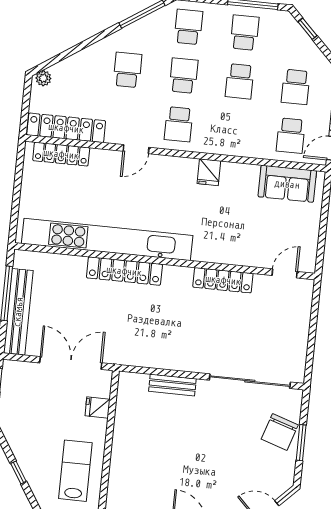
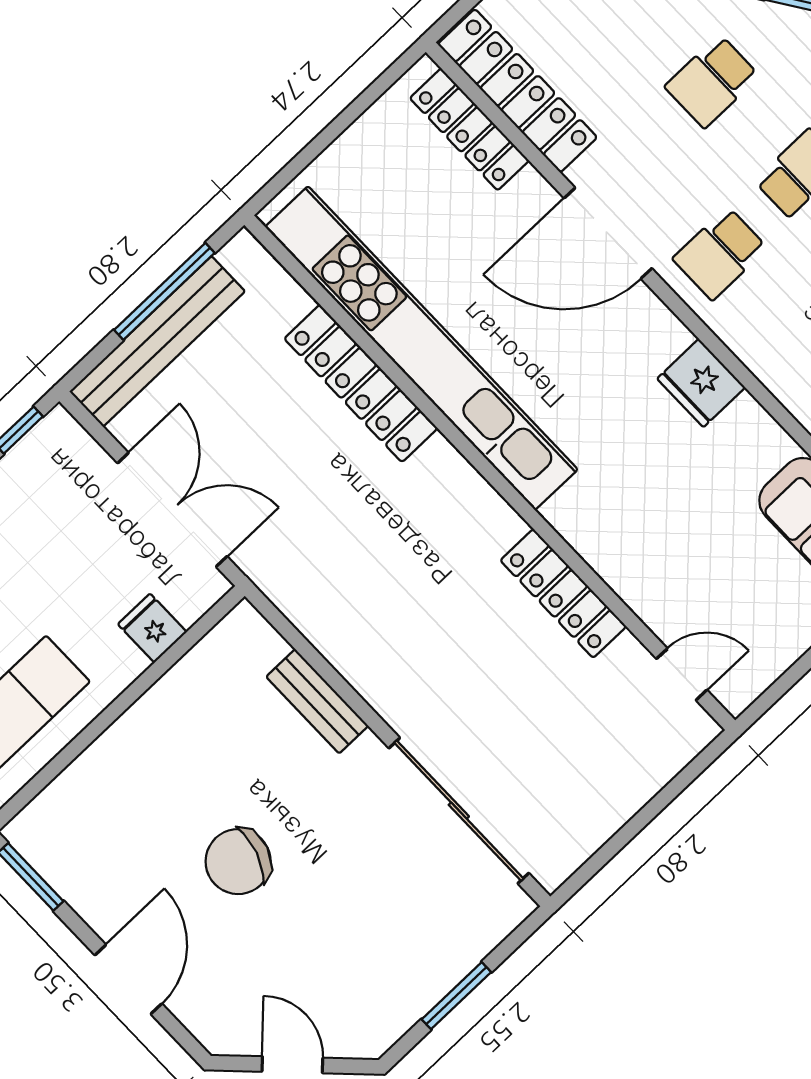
school desk: (127, 70) -> (712, 81), turned 180
door: (136, 149) -> (608, 233), width x1.87
fridge: (209, 172) -> (701, 383), width x1.38
locker: (124, 271) -> (361, 383), moved
chair: (280, 432) -> (238, 862), moved

